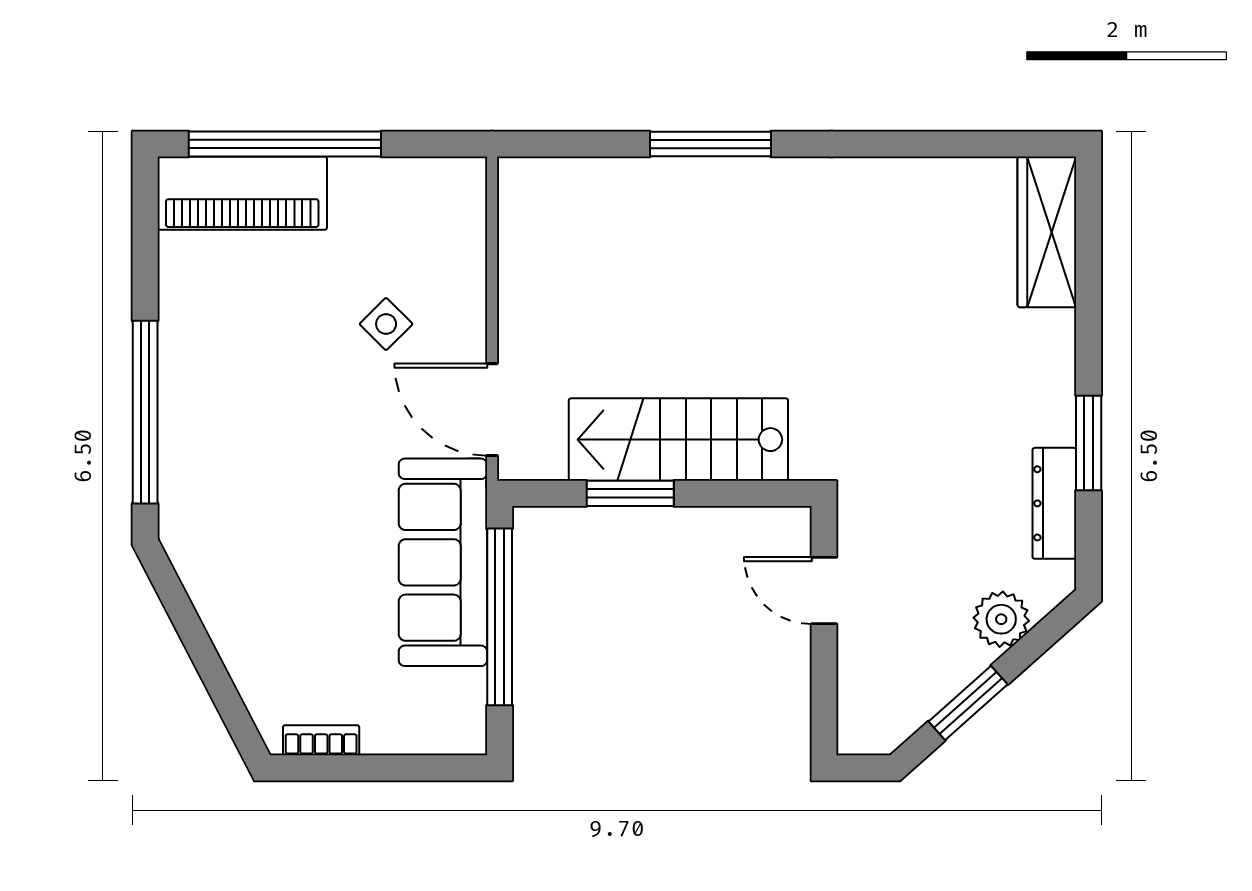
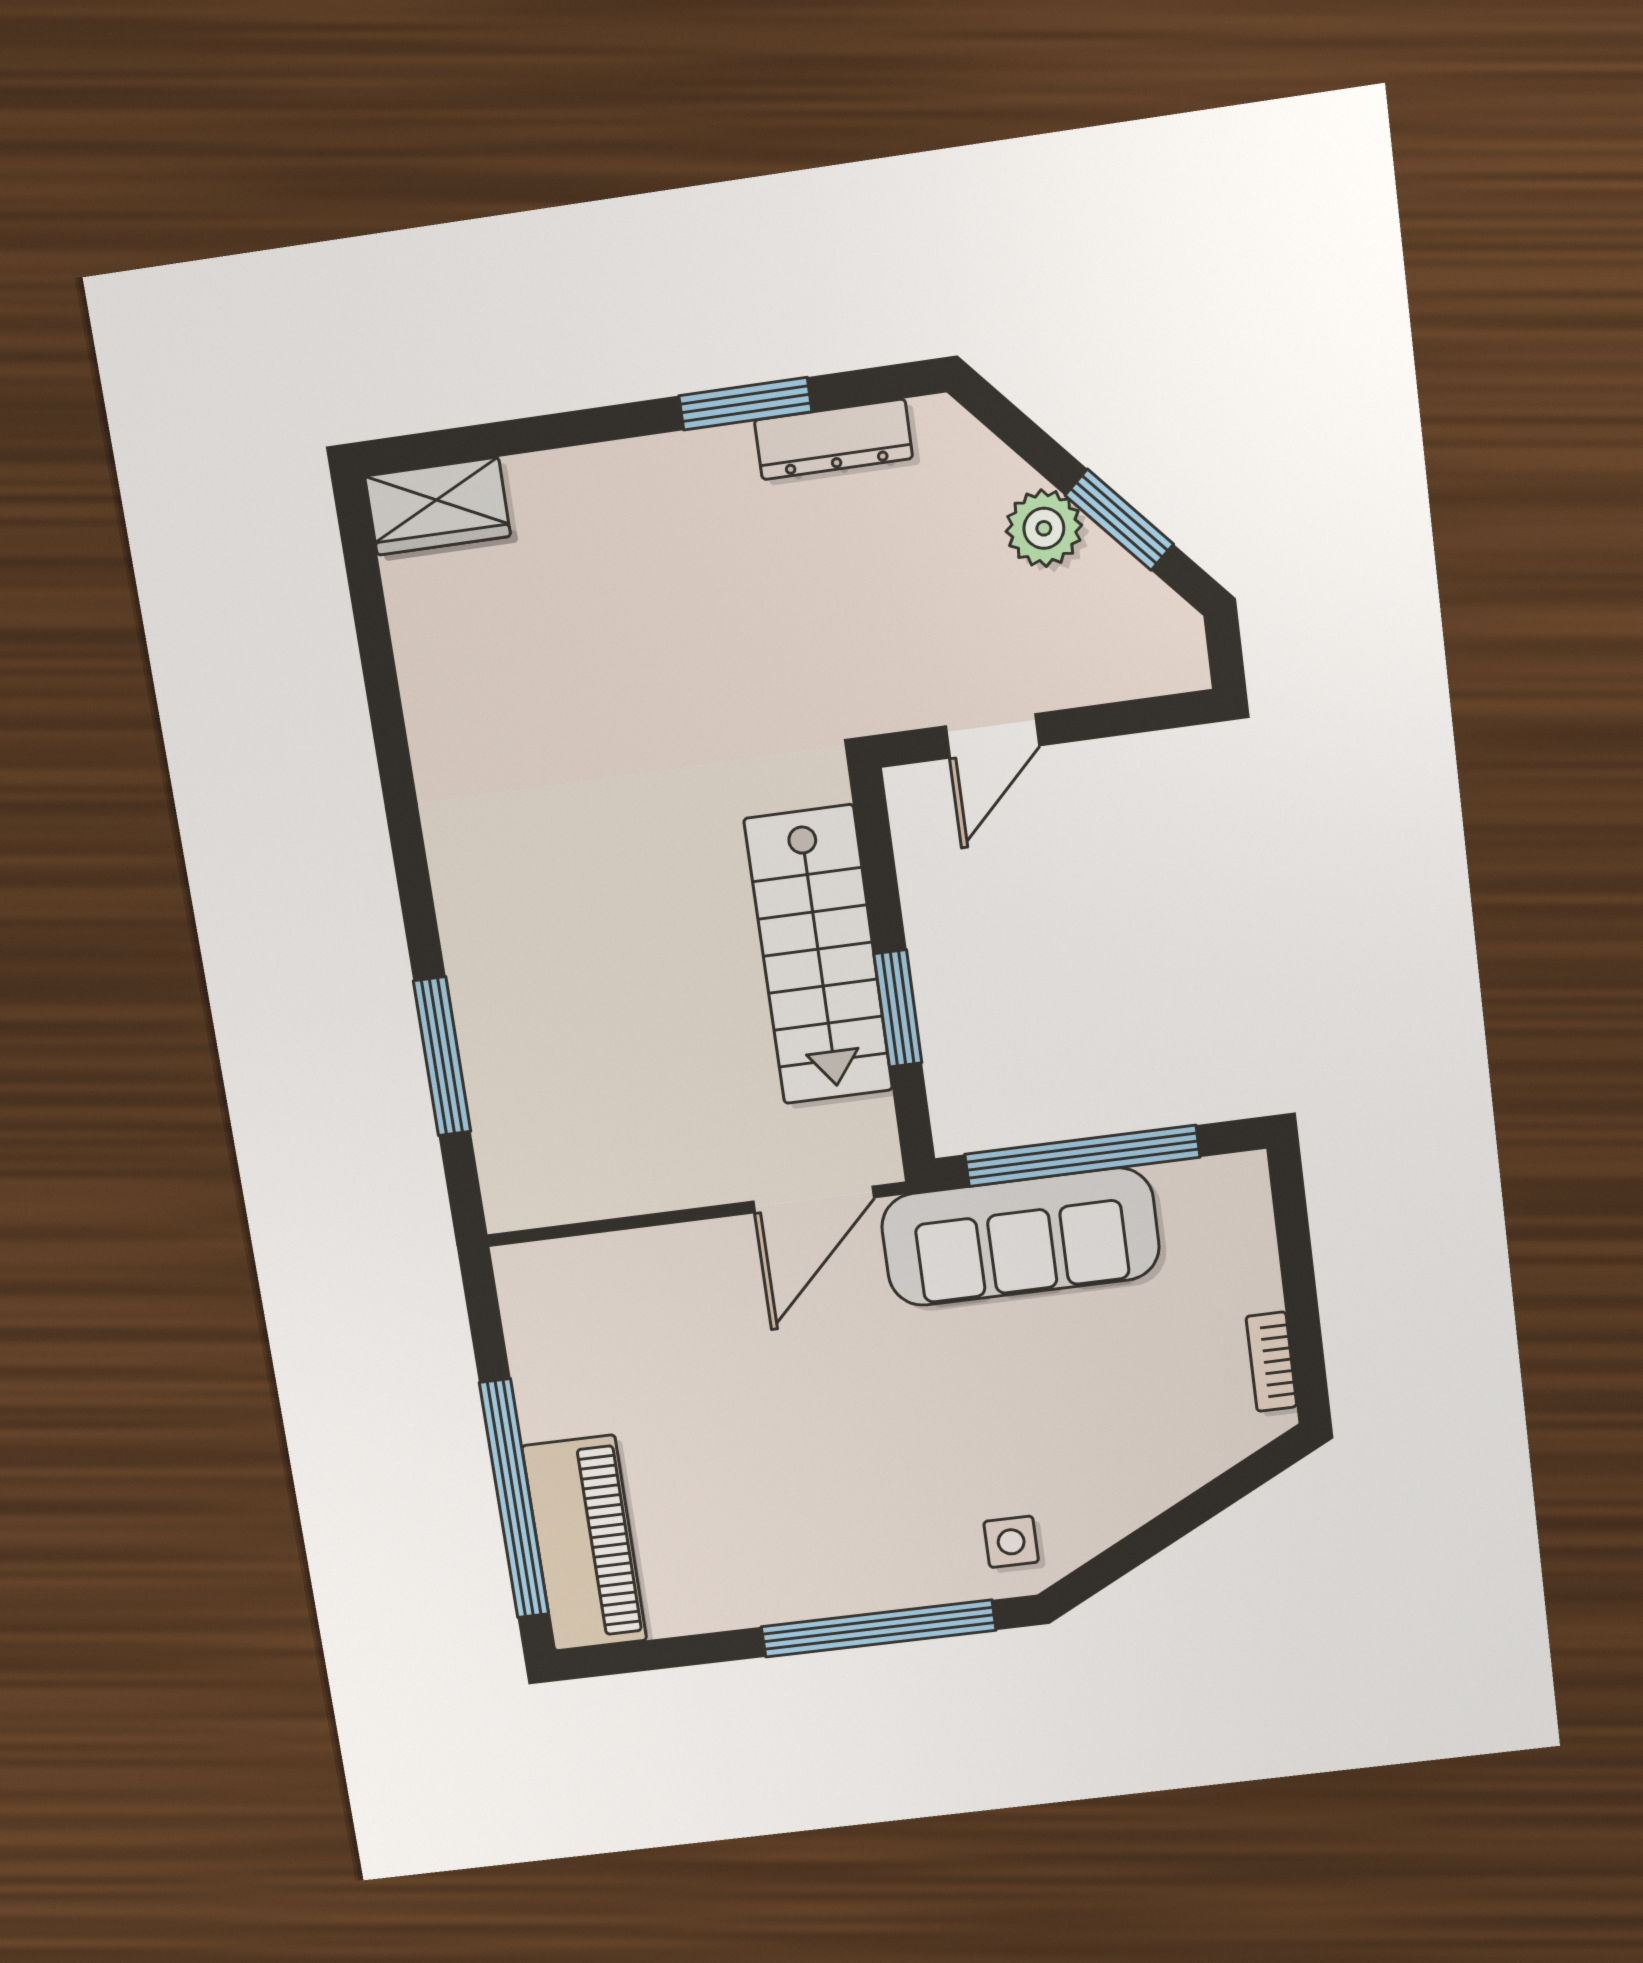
window: (710, 144) -> (442, 1056), moved
wardrobe: (1047, 232) -> (438, 506), width x0.67
side table: (386, 324) -> (1011, 1542), moved, turned 45
plant: (1001, 619) -> (1044, 528), moved

